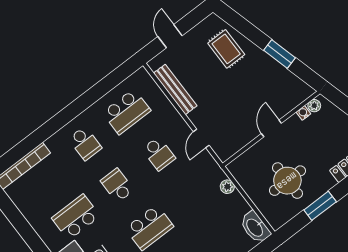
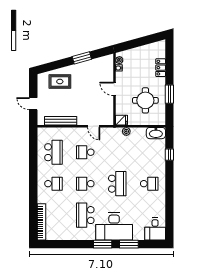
school desk: (159, 154) -> (85, 152), turned 180
fridge: (237, 169) -> (121, 120), added

